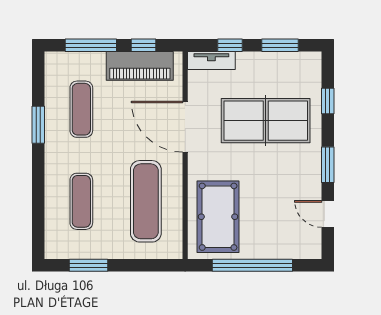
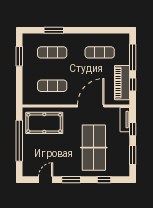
window: (38, 125) -> (54, 30), moved
exercise mat: (146, 201) -> (52, 86), width x0.73, depth x0.69

